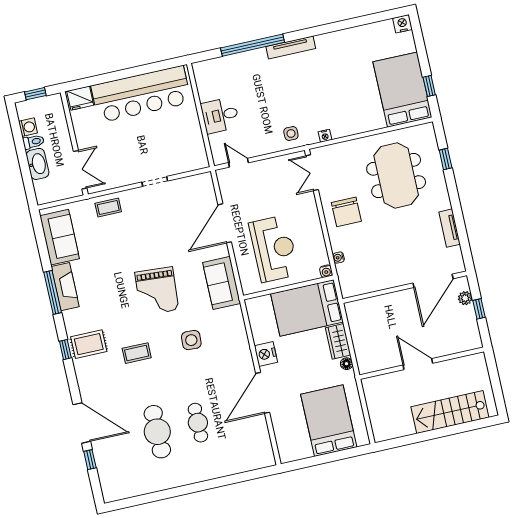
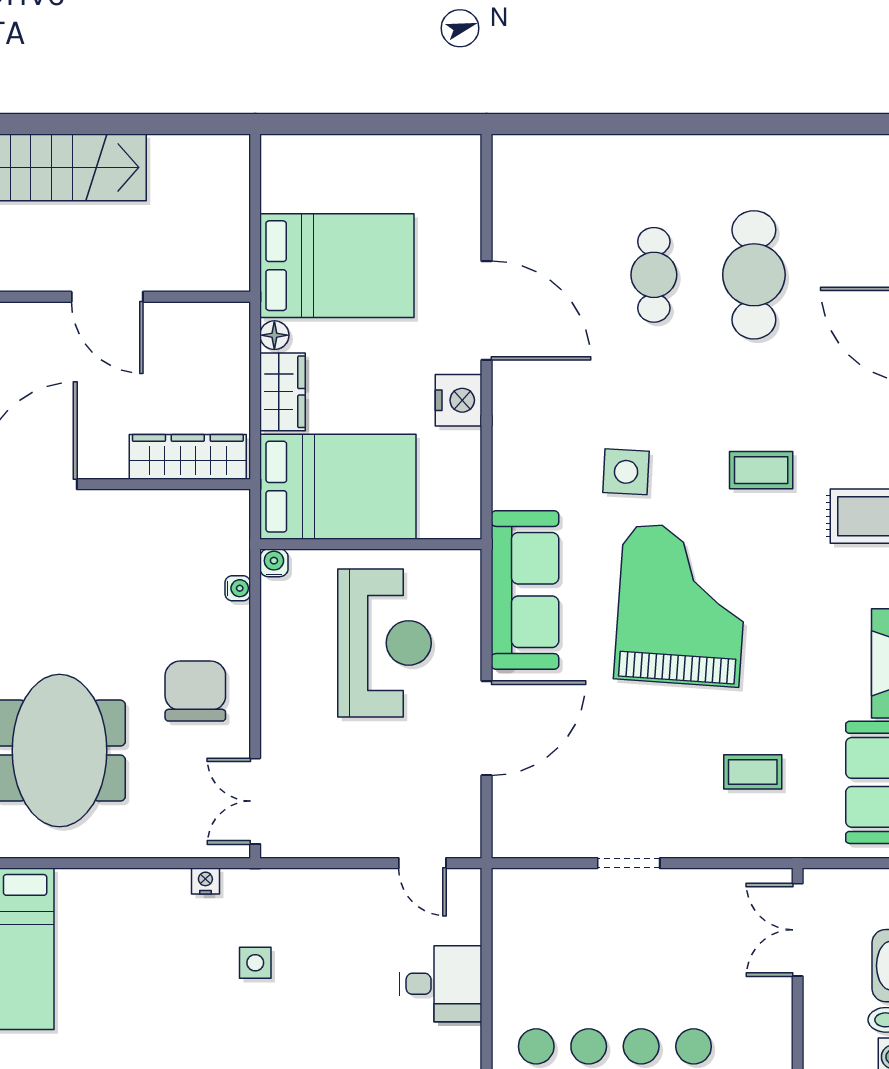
side table: (291, 133) -> (255, 963), moved
double door: (312, 173) -> (255, 801), swing flipped
coffee table: (108, 208) -> (753, 772), moved
reception desk: (274, 249) -> (384, 643), turned 180
sofa: (222, 283) -> (525, 590), width x1.36
grand piano: (157, 291) -> (682, 605), width x1.37, depth x1.48
wardrobe: (371, 306) -> (188, 457), added
door: (263, 393) -> (487, 311), hinge flipped
bed: (329, 421) -> (337, 266), moved, turned -90

